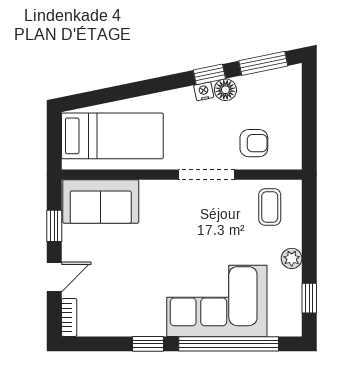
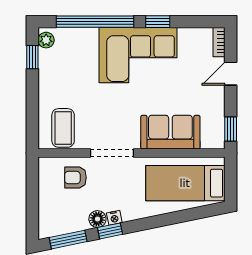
sofa: (101, 201) -> (170, 132), moved
coffee table: (270, 207) -> (63, 128), width x1.36, depth x1.30
window: (54, 226) -> (231, 129), moved
plant: (292, 258) -> (46, 40), moved
corner sofa: (217, 301) -> (138, 55), moved

